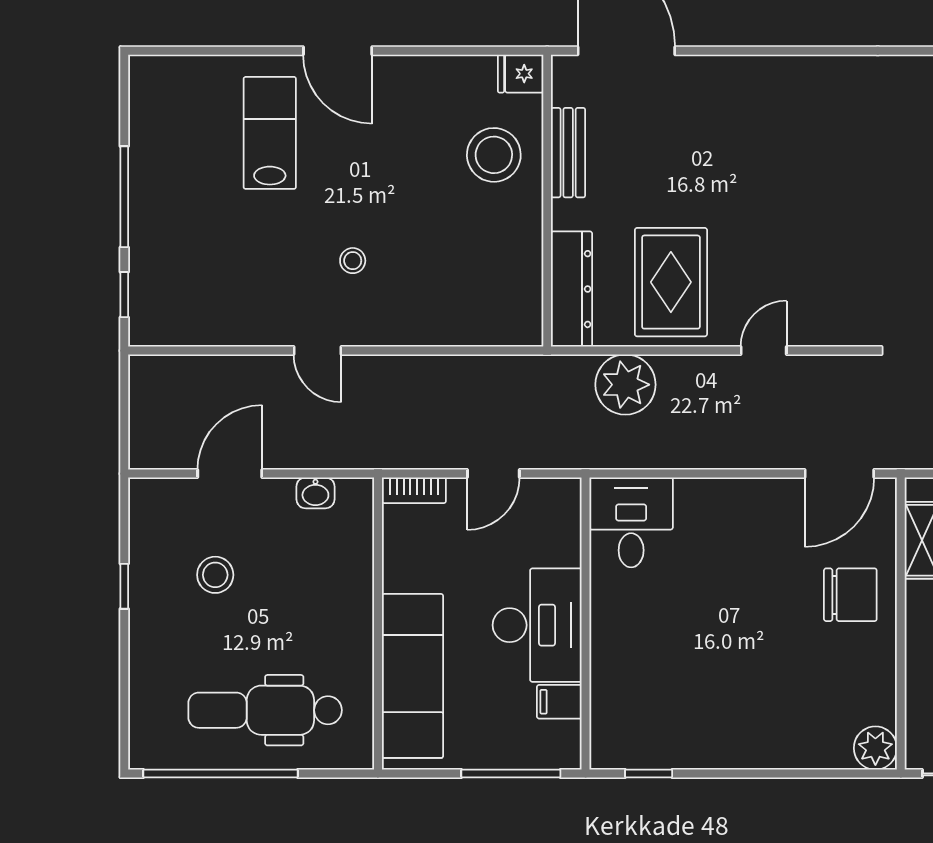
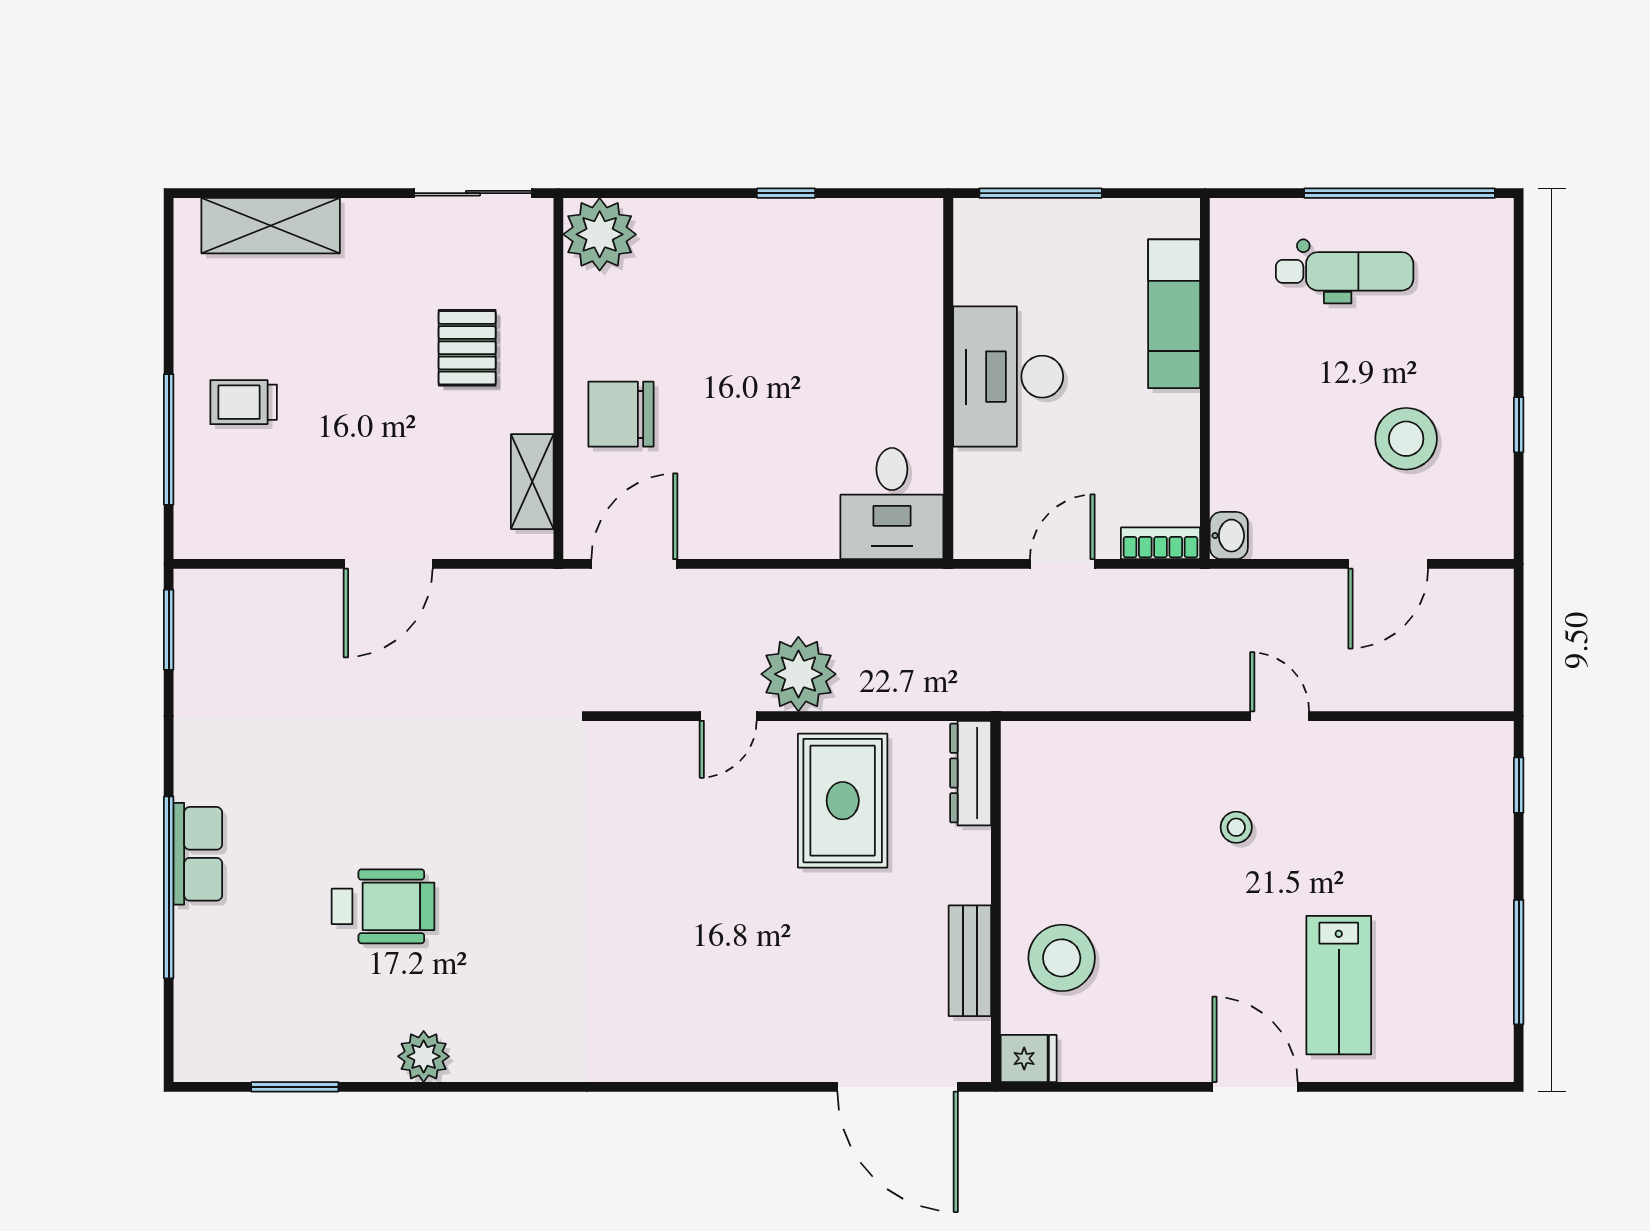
window: (124, 197) -> (1519, 962), moved
dresser: (572, 289) -> (971, 773), width x0.73, depth x0.80
plant: (625, 385) -> (798, 674), moved
washbasin: (315, 493) -> (1229, 536), moved, turned 90
stool: (215, 575) -> (1406, 439), width x1.38, depth x1.38
exam couch: (412, 676) -> (1174, 314), width x0.73, depth x0.69
filing cabinet: (559, 702) -> (981, 282), removed
dental chair: (265, 710) -> (1345, 271), width x0.73, depth x0.72
plant: (875, 748) -> (600, 234), width x1.36, depth x1.36
window: (649, 773) -> (786, 193), moved

